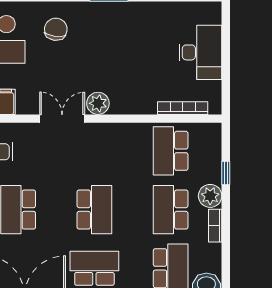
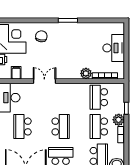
plant: (98, 103) -> (86, 73), moved

